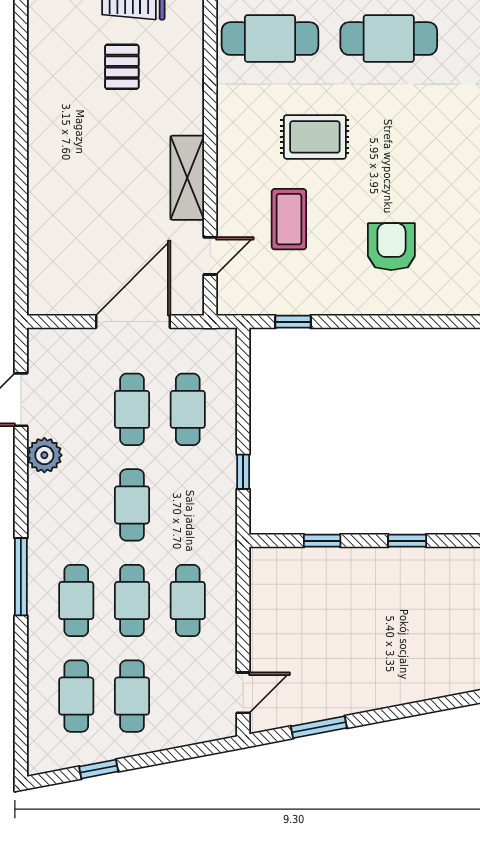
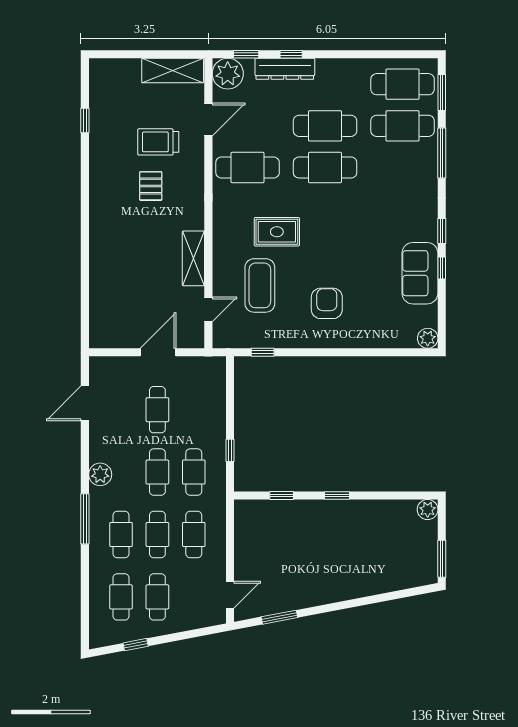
coffee table: (289, 219) -> (260, 285), width x1.36, depth x1.32
door: (133, 322) -> (158, 352), width x0.73
cafe table: (188, 409) -> (194, 472), moved
plant: (44, 455) -> (100, 474), moved

